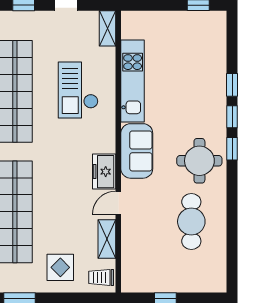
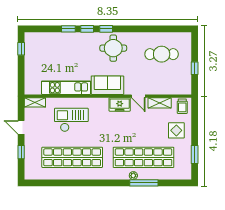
checkout: (78, 90) -> (71, 120), turned 180
cafe table: (191, 222) -> (162, 54), moved

